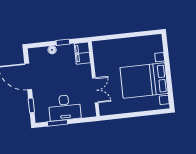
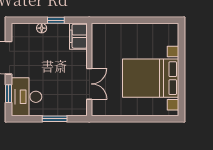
desk: (65, 108) -> (26, 97), moved, turned 90
window: (58, 123) -> (55, 119), moved

